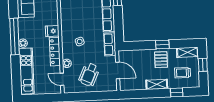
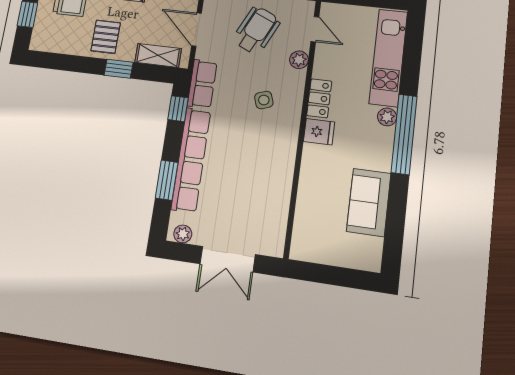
window: (119, 31) -> (178, 109), added
window: (162, 44) -> (119, 69), moved
locker: (55, 52) -> (319, 98), width x0.66
shelving: (187, 52) -> (158, 55), moved

